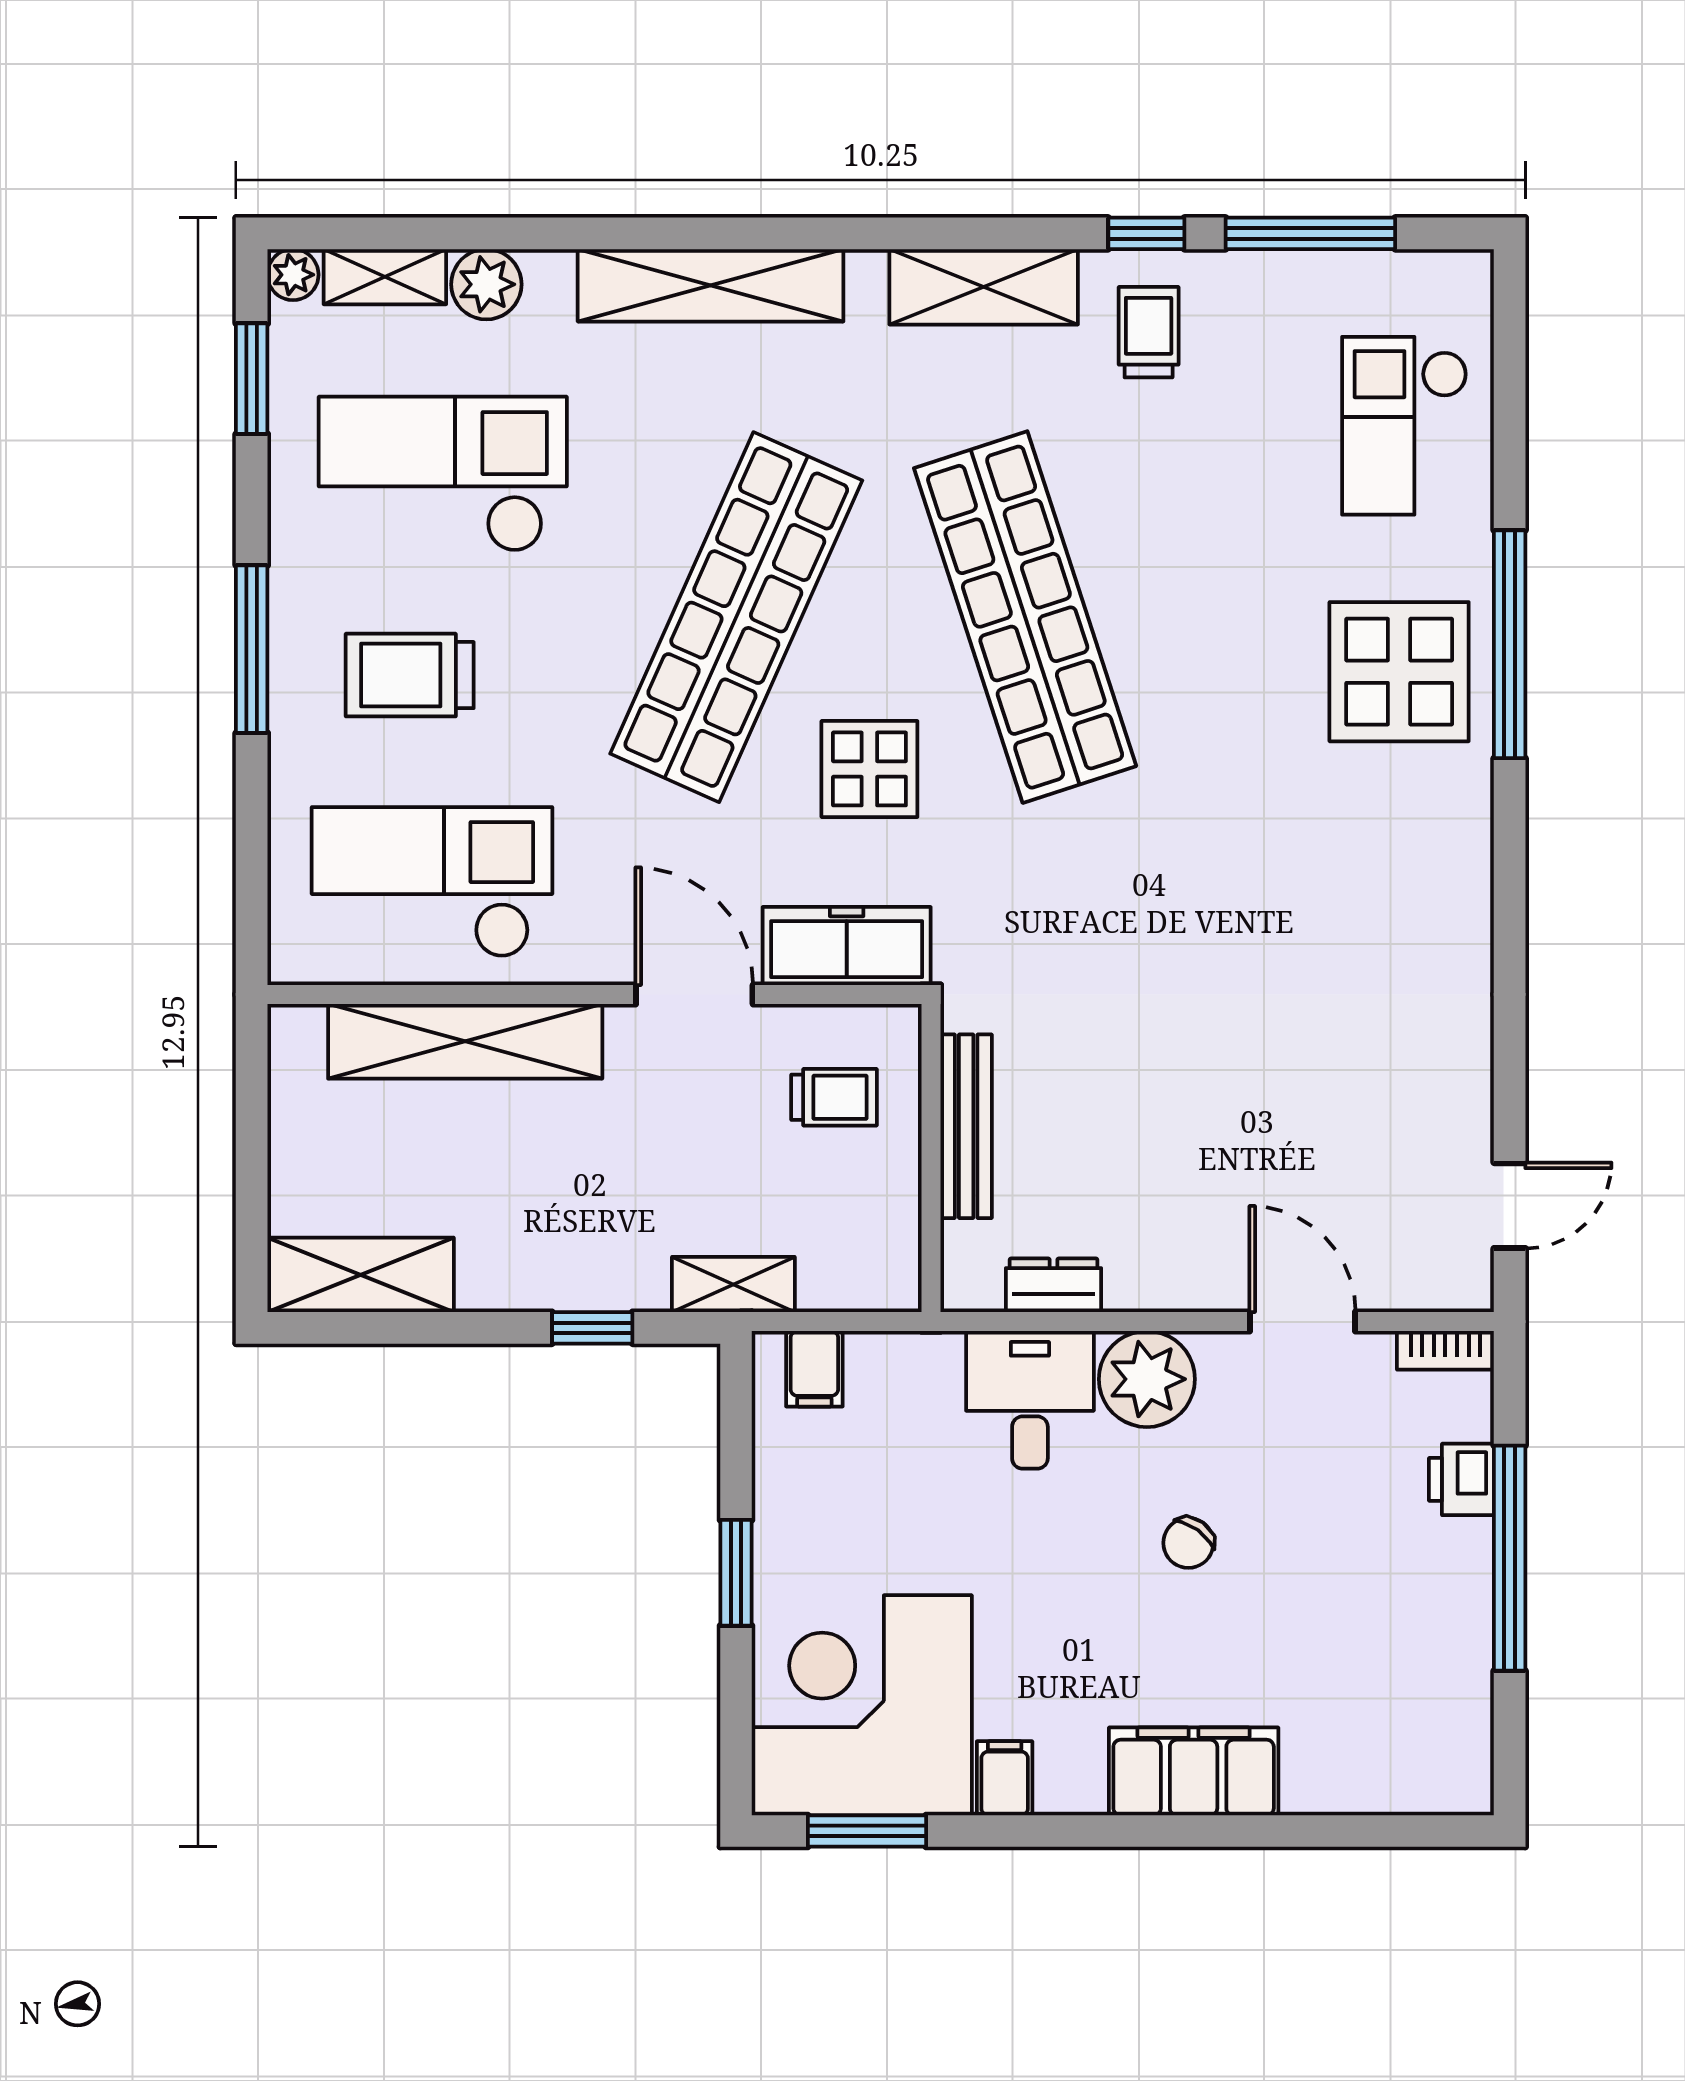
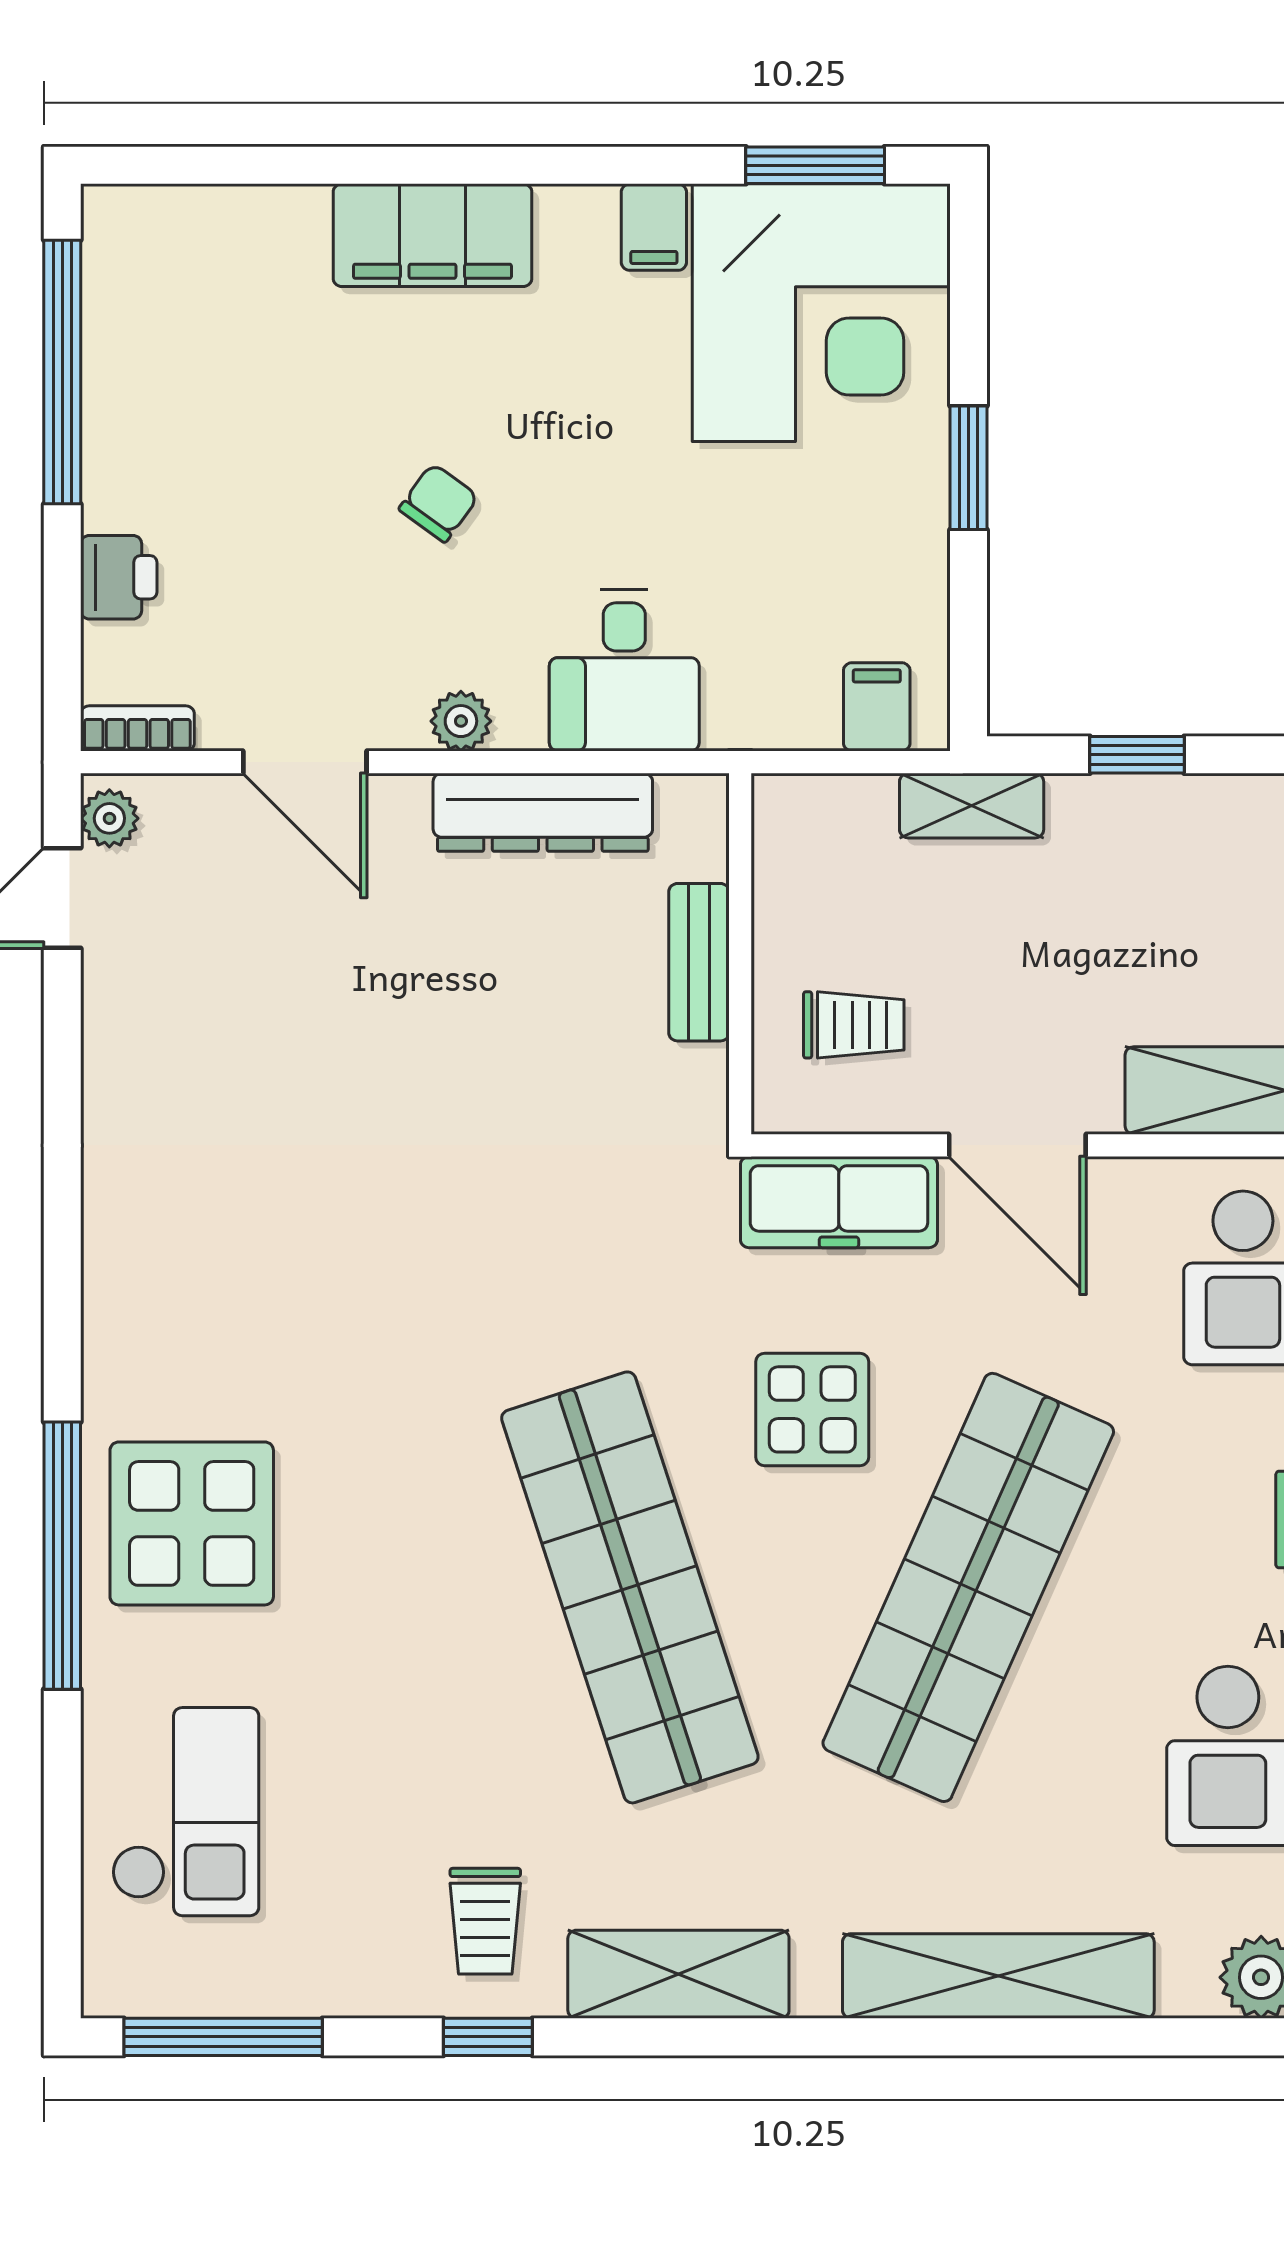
window: (1310, 233) -> (223, 2037), moved
trolley: (834, 1097) -> (854, 1025), turned 180
bench: (966, 1126) -> (699, 962), width x0.73
plant: (1469, 1274) -> (109, 818), added
dresser: (1053, 1285) -> (543, 812), width x1.96, depth x1.24
plant: (1147, 1379) -> (461, 721), width x0.53, depth x0.53
window: (1510, 1558) -> (62, 372), moved

